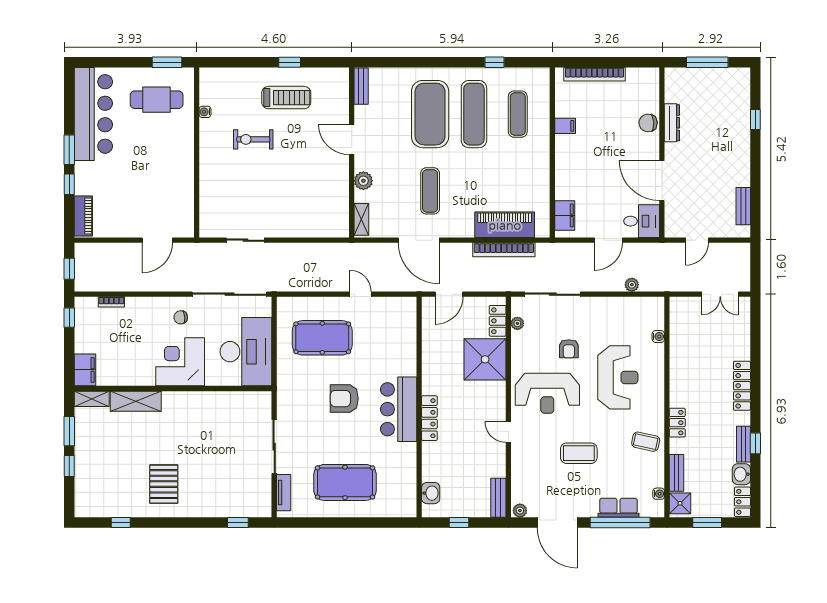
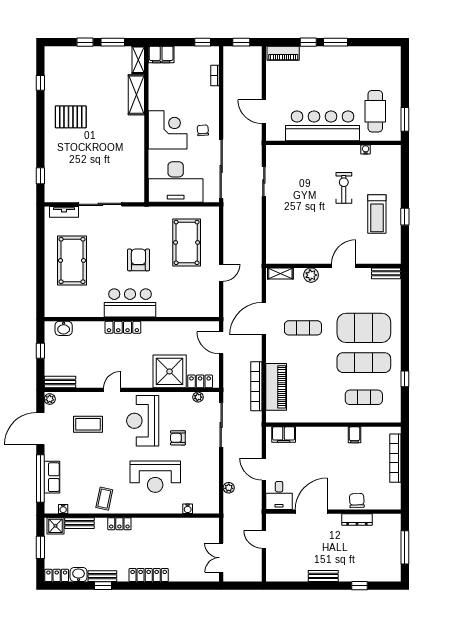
bar counter: (93, 114) -> (323, 126), moved, turned 180
bench: (743, 206) -> (323, 576), moved
coffee table: (579, 453) -> (88, 424), moved, turned 90

